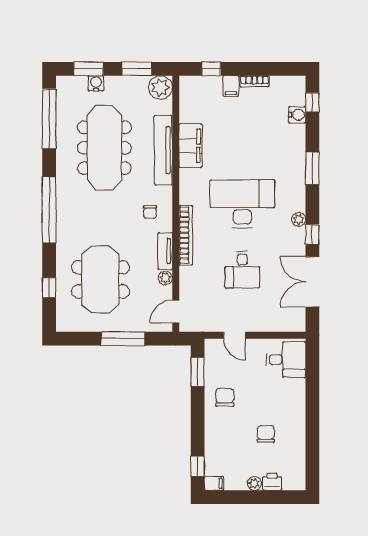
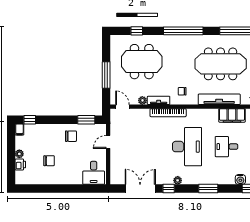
filing cabinet: (190, 146) -> (232, 115), moved
desk: (242, 270) -> (227, 147), moved

